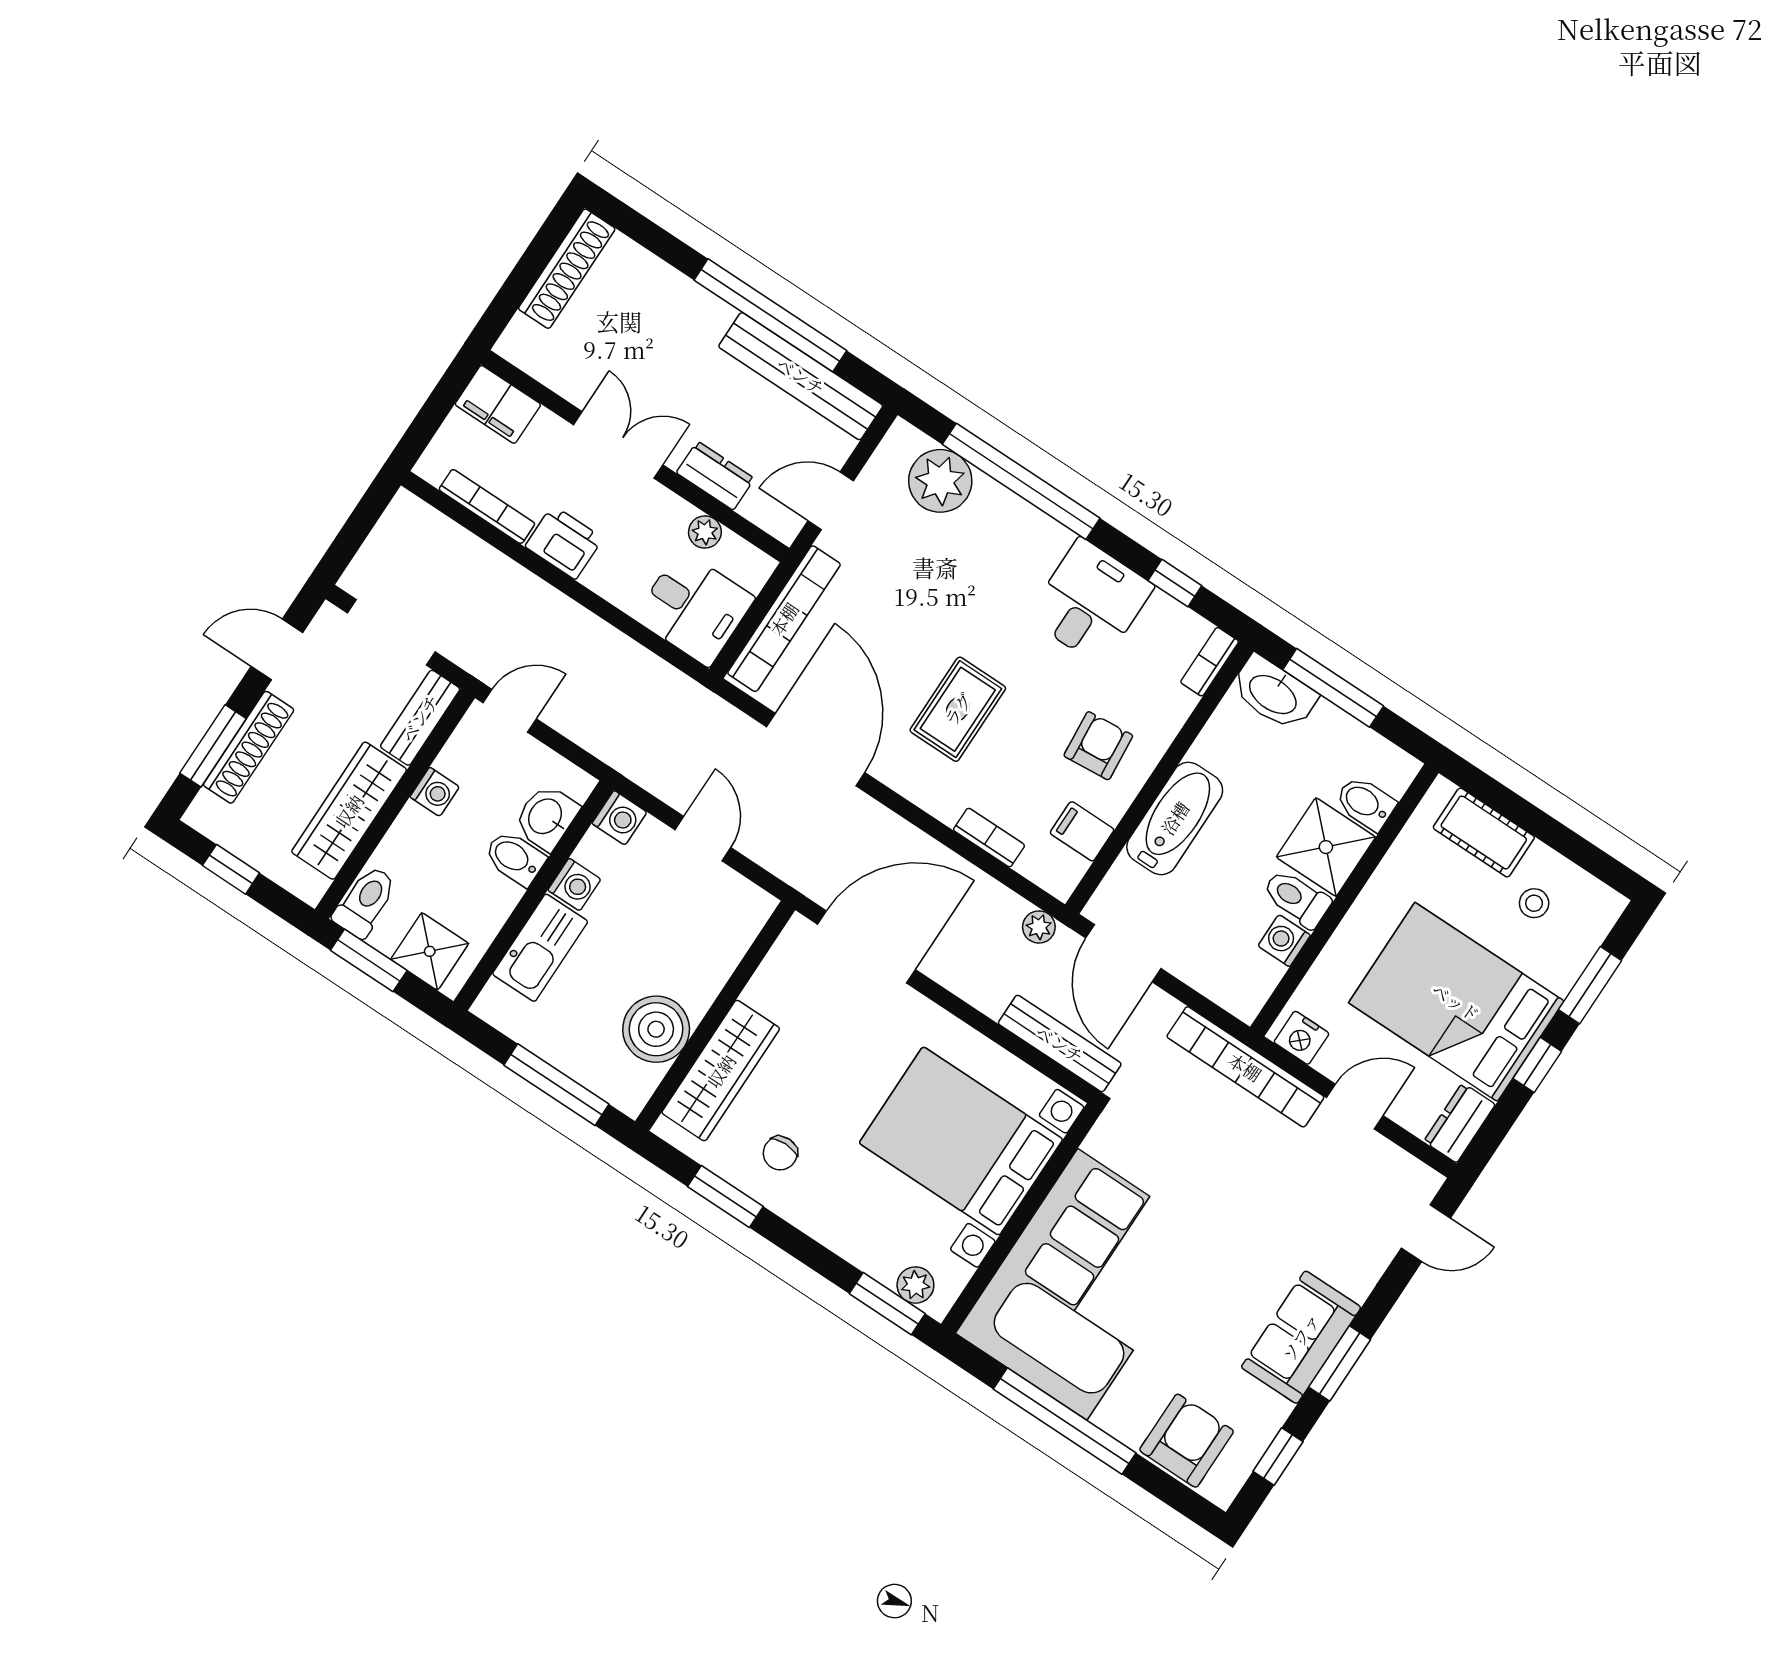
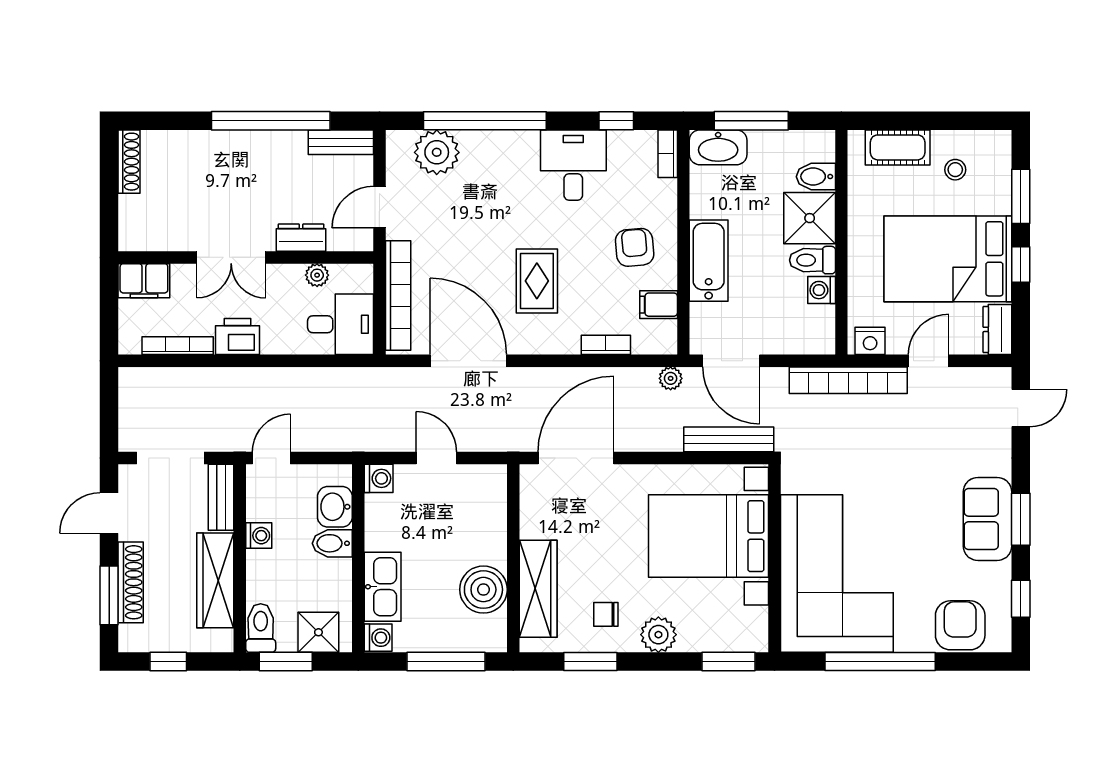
shoe rack: (567, 269) -> (129, 162), width x0.74, depth x0.81
bench: (801, 376) -> (341, 142), width x0.54, depth x0.82
double door: (618, 445) -> (231, 257), swing flipped
washing machine: (574, 885) -> (378, 638), moved
chair: (780, 1153) -> (606, 614), turned 90
plant: (915, 1285) -> (658, 635), moved, width x1.38, depth x1.38

